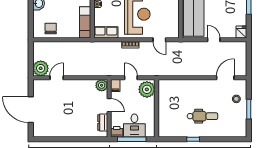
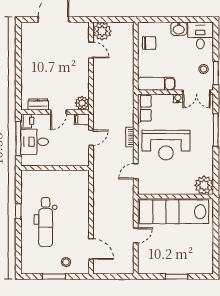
fridge: (241, 32) -> (145, 268), removed
plant: (147, 89) -> (77, 156), removed
dental chair: (202, 116) -> (46, 222), width x1.36, depth x1.38

